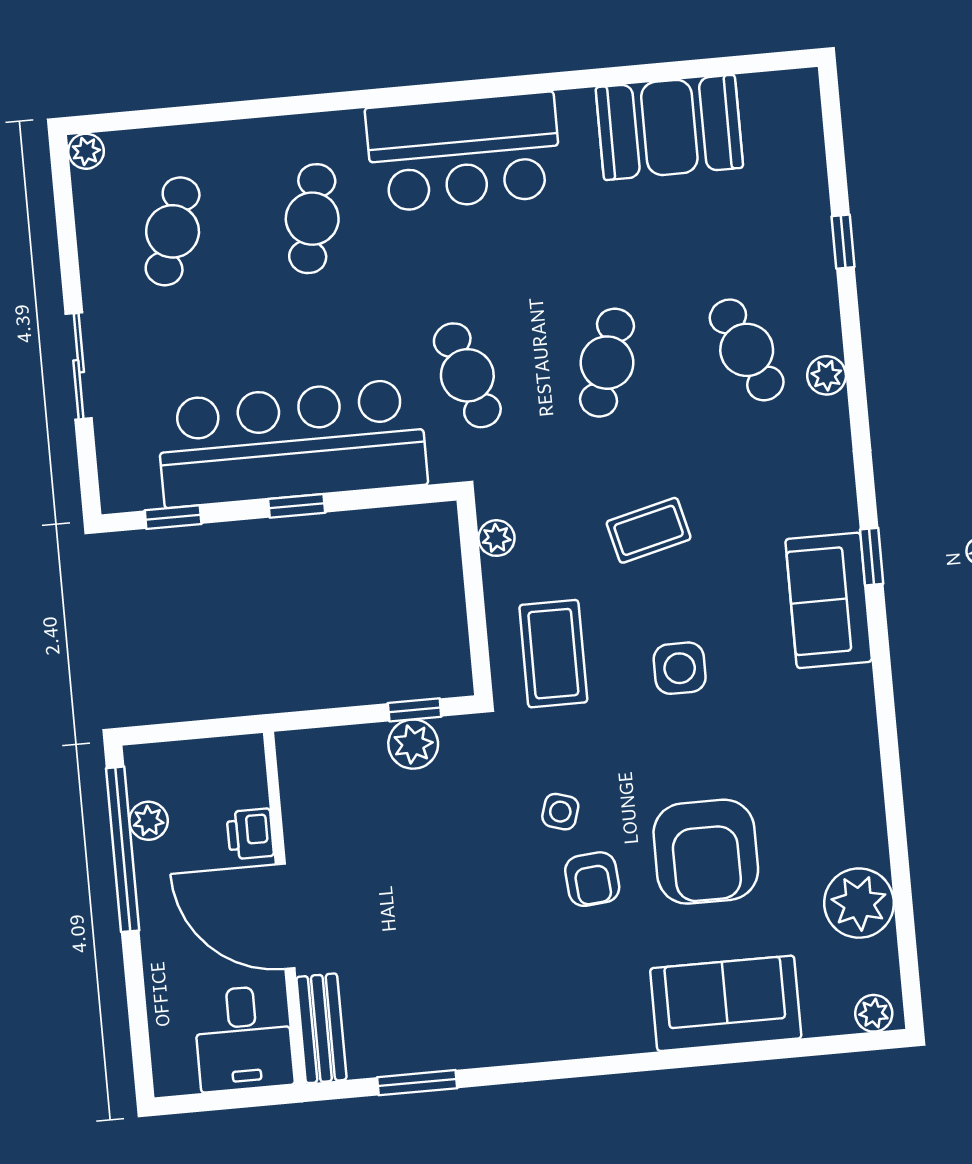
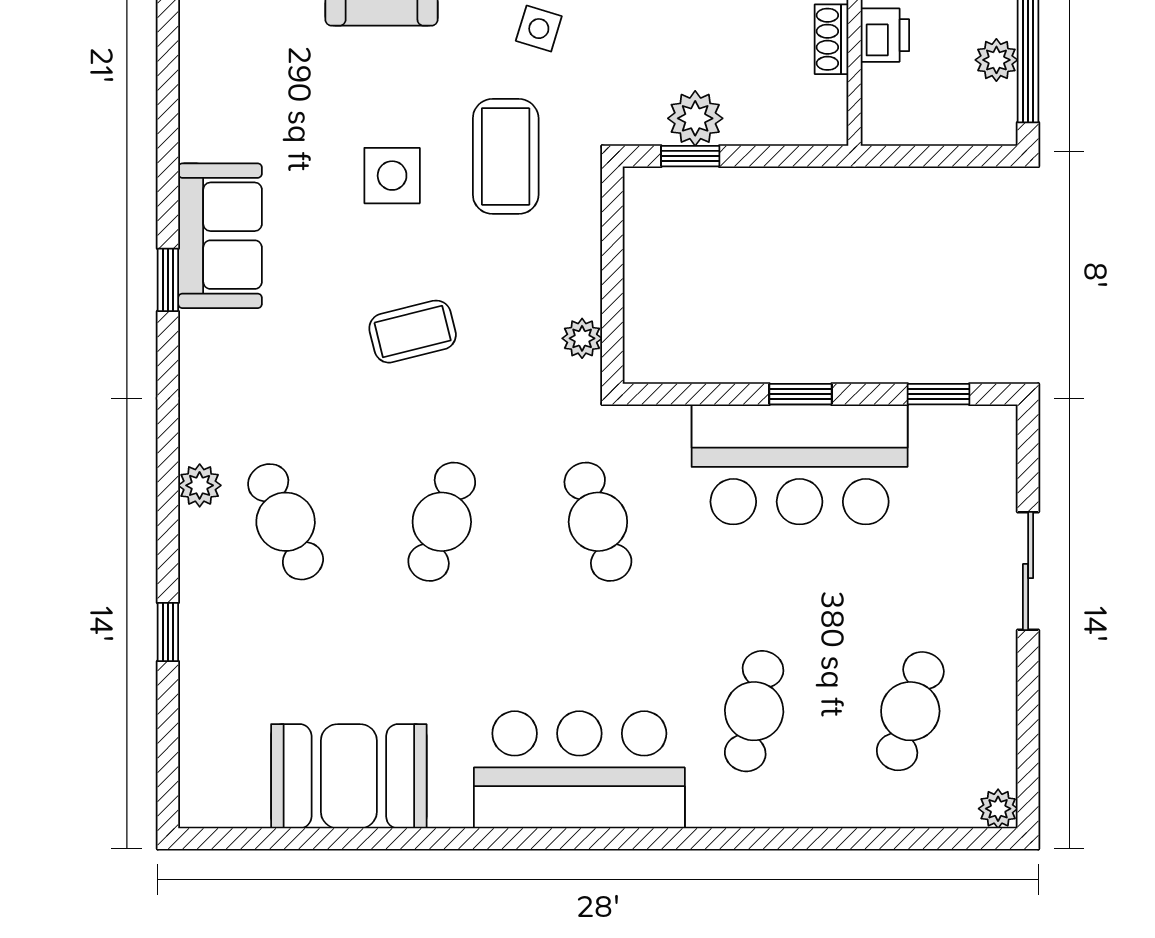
bar counter: (292, 443) -> (800, 464), width x0.73
coffee table: (553, 654) -> (506, 156), moved
shoe rack: (298, 826) -> (831, 39), added

